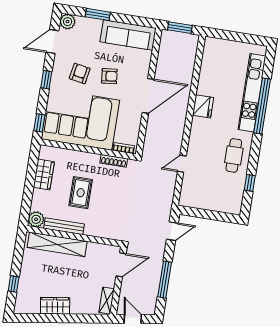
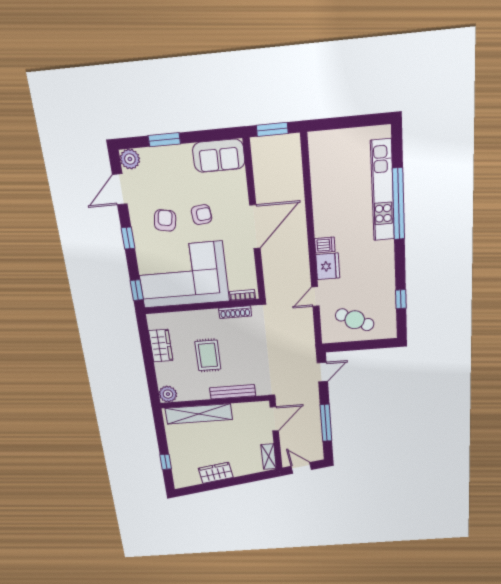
sofa: (128, 35) -> (219, 156), width x0.73
fridge: (203, 106) -> (328, 266), moved
dishwasher: (199, 124) -> (325, 245), added
cafe table: (234, 155) -> (355, 320), moved, turned -64
bench: (64, 226) -> (233, 392), moved

